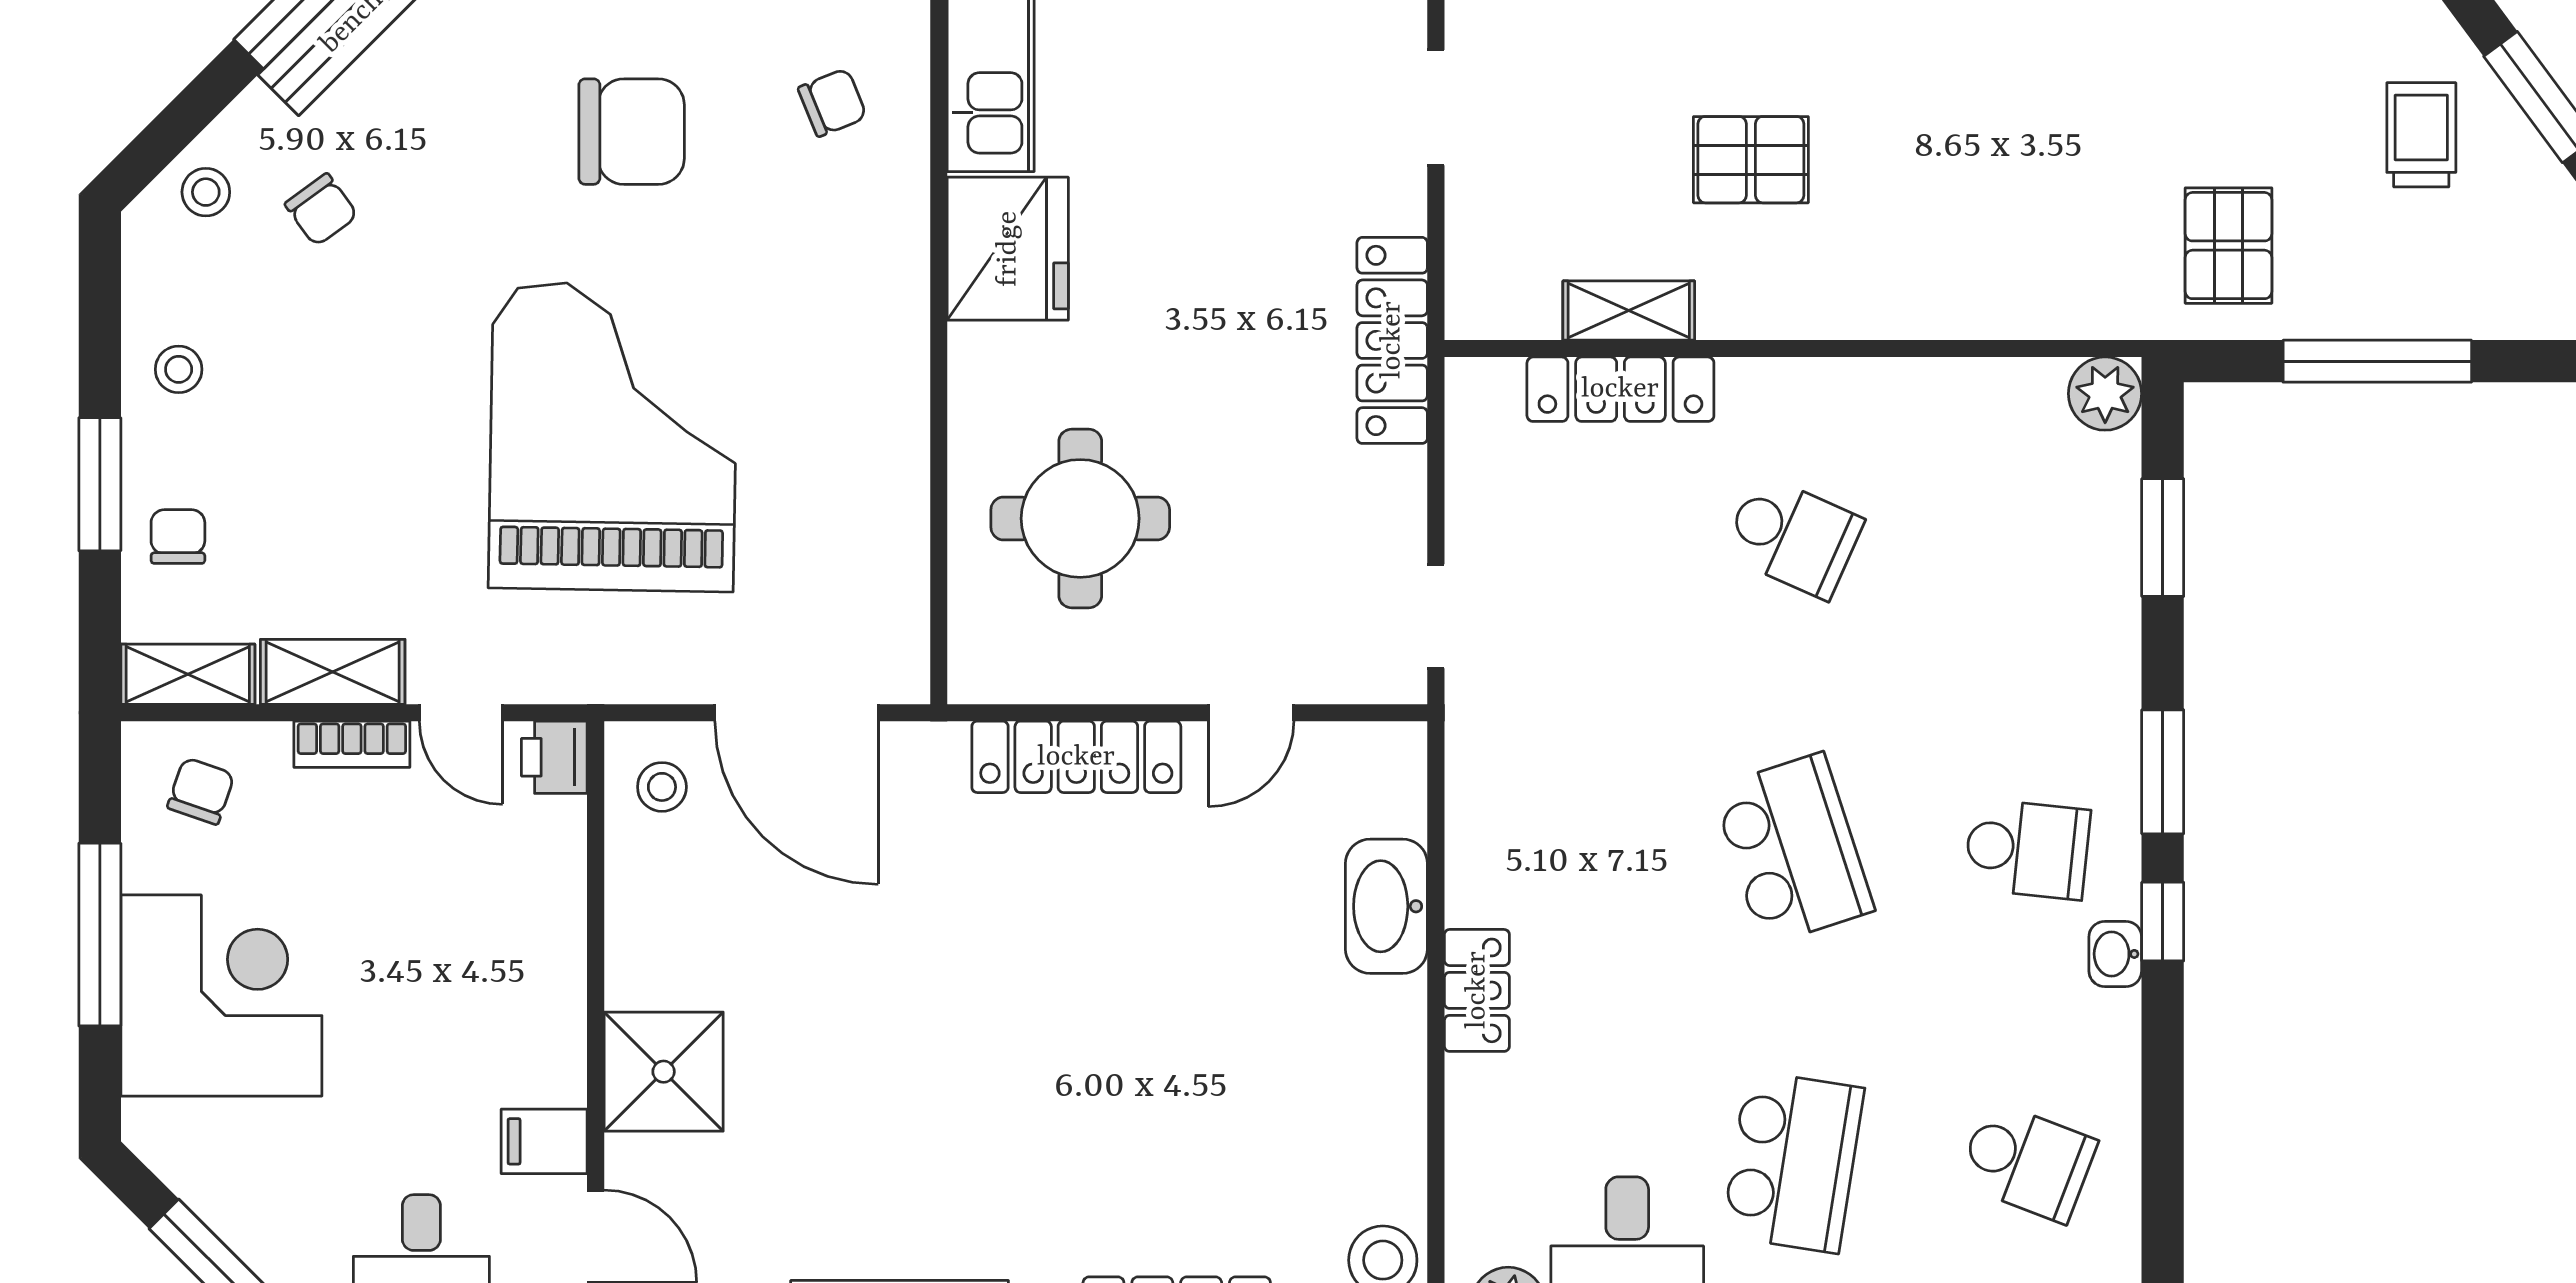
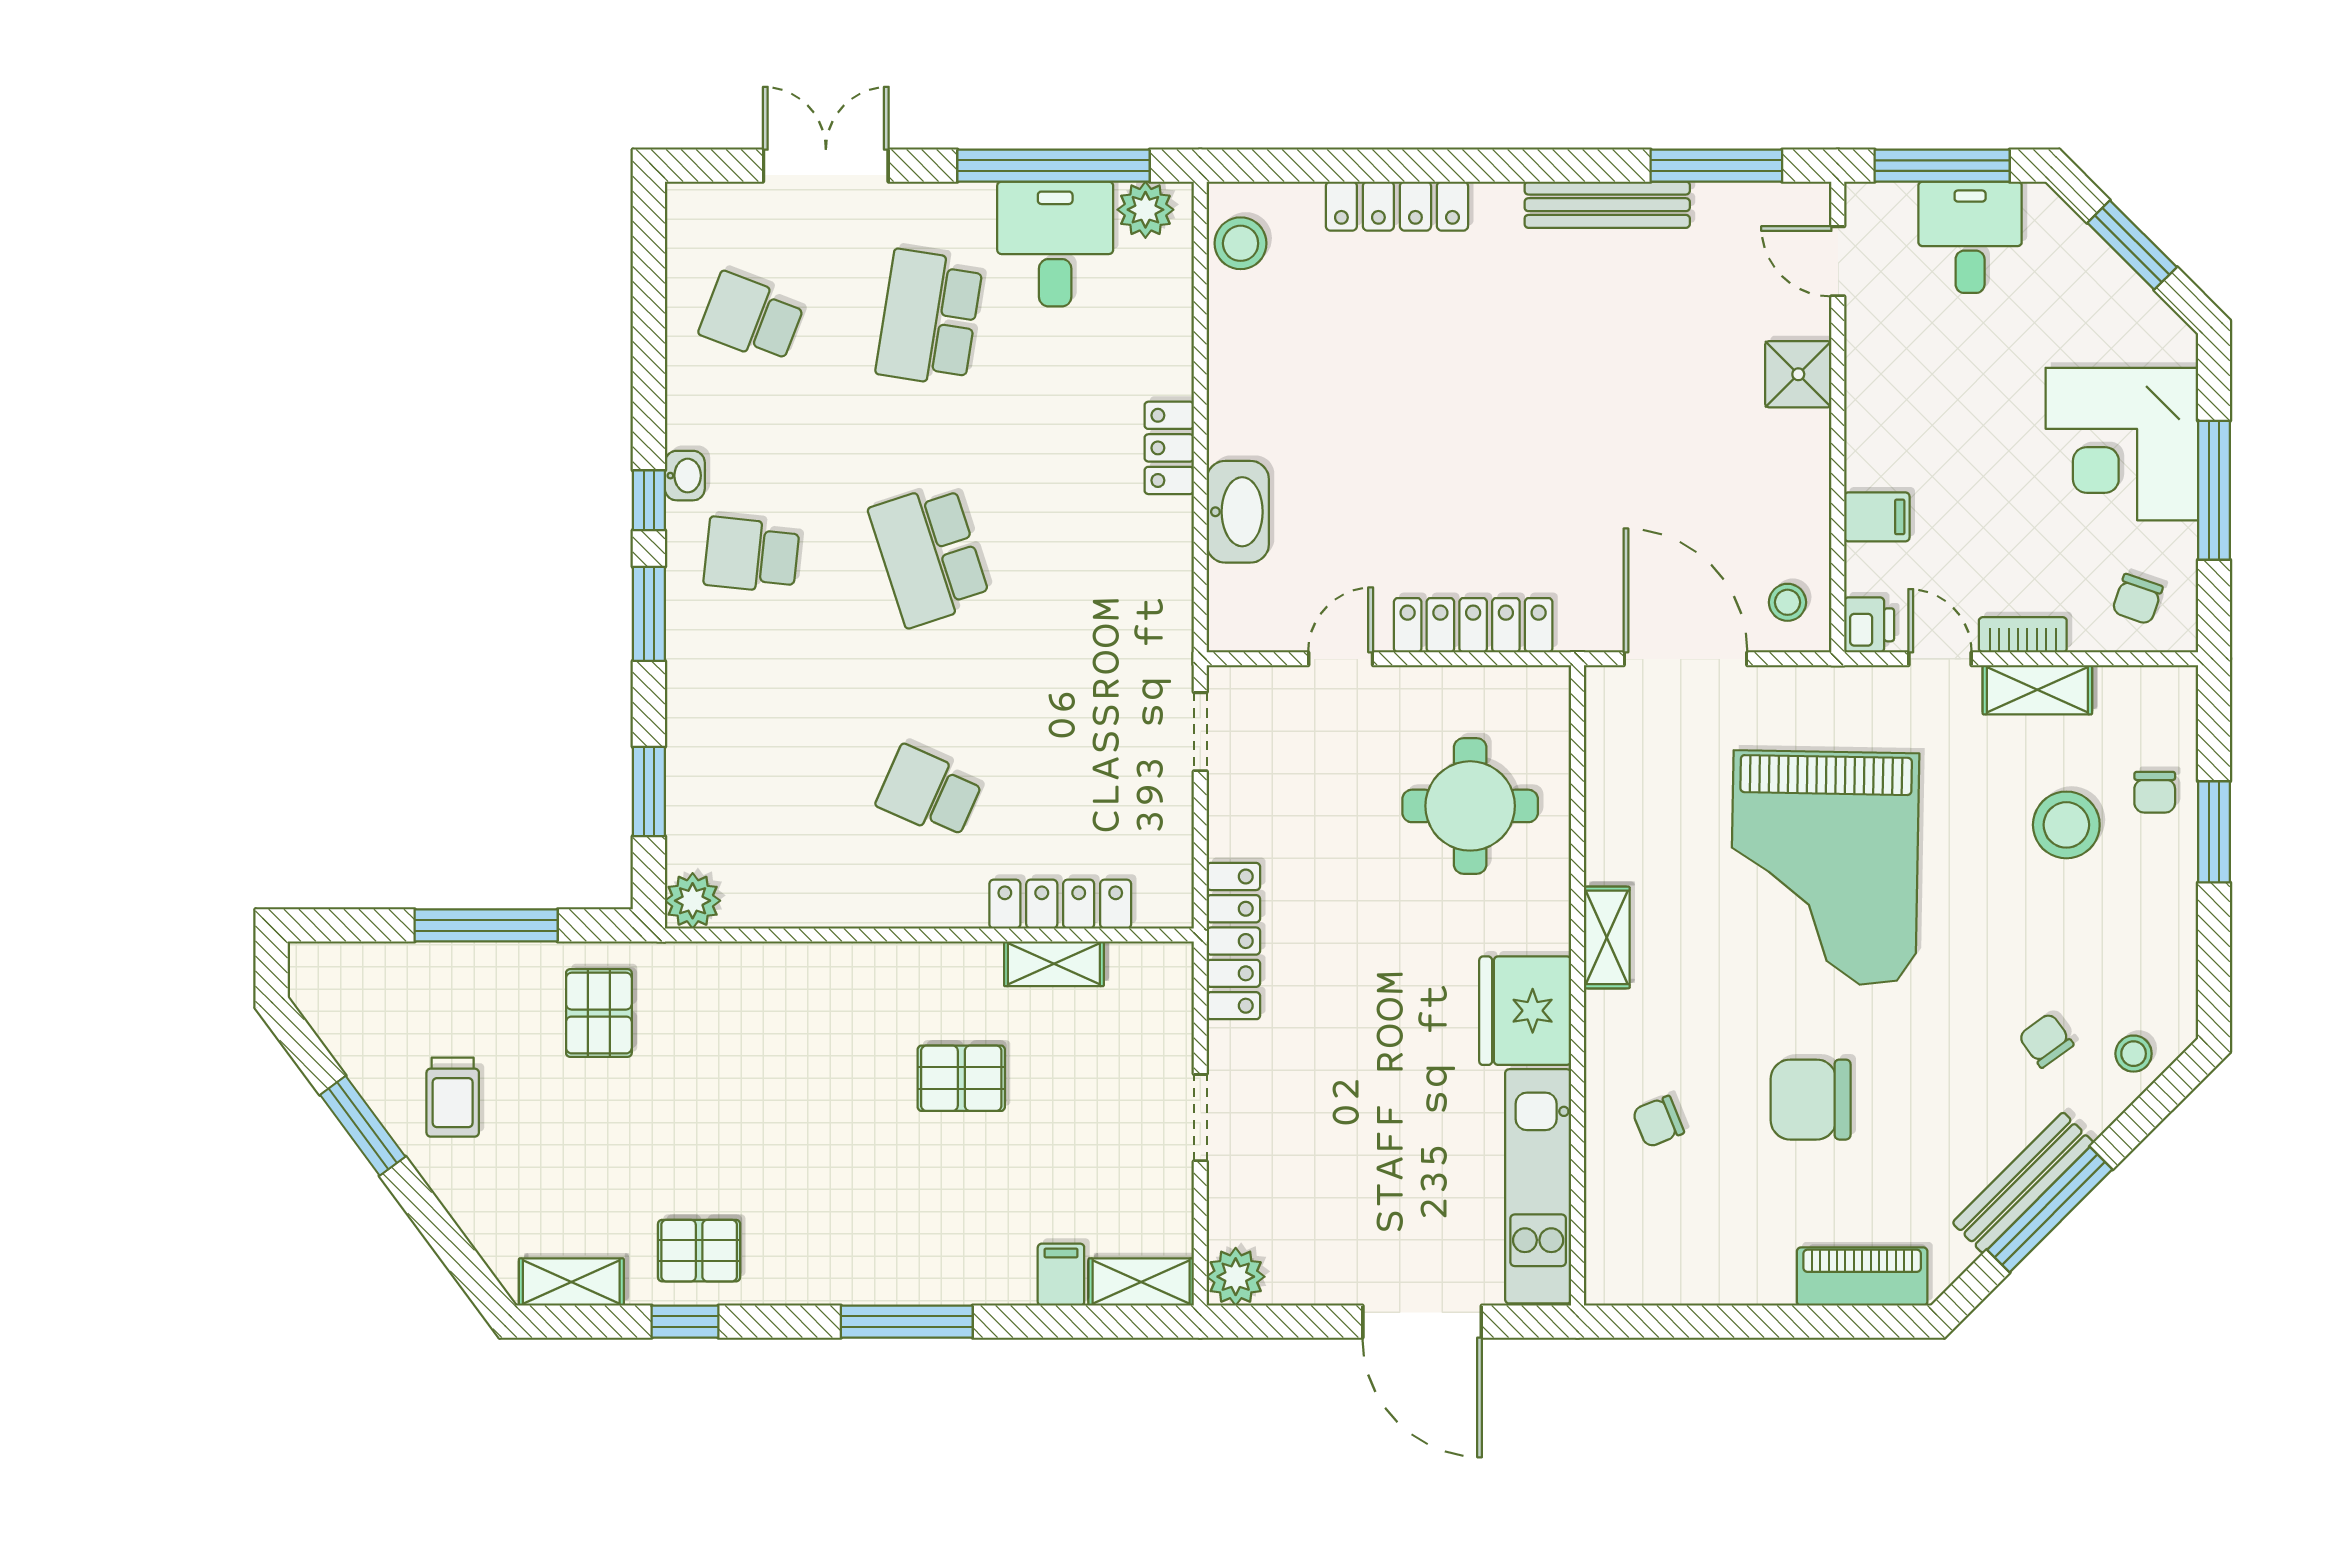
stool: (179, 369) -> (2066, 825), moved, width x1.89, depth x1.89
shelving: (188, 674) -> (1607, 937), moved, turned 90
shower: (664, 1072) -> (1798, 374), width x0.73, depth x0.73
filing cabinet: (544, 1141) -> (1877, 517), moved

